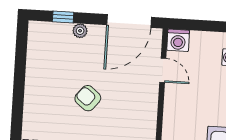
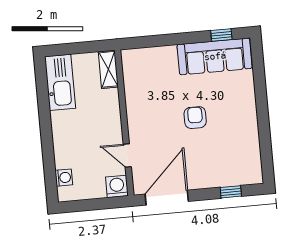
plant: (80, 31) -> (212, 181), removed
armchair: (88, 98) -> (195, 118), turned -129

